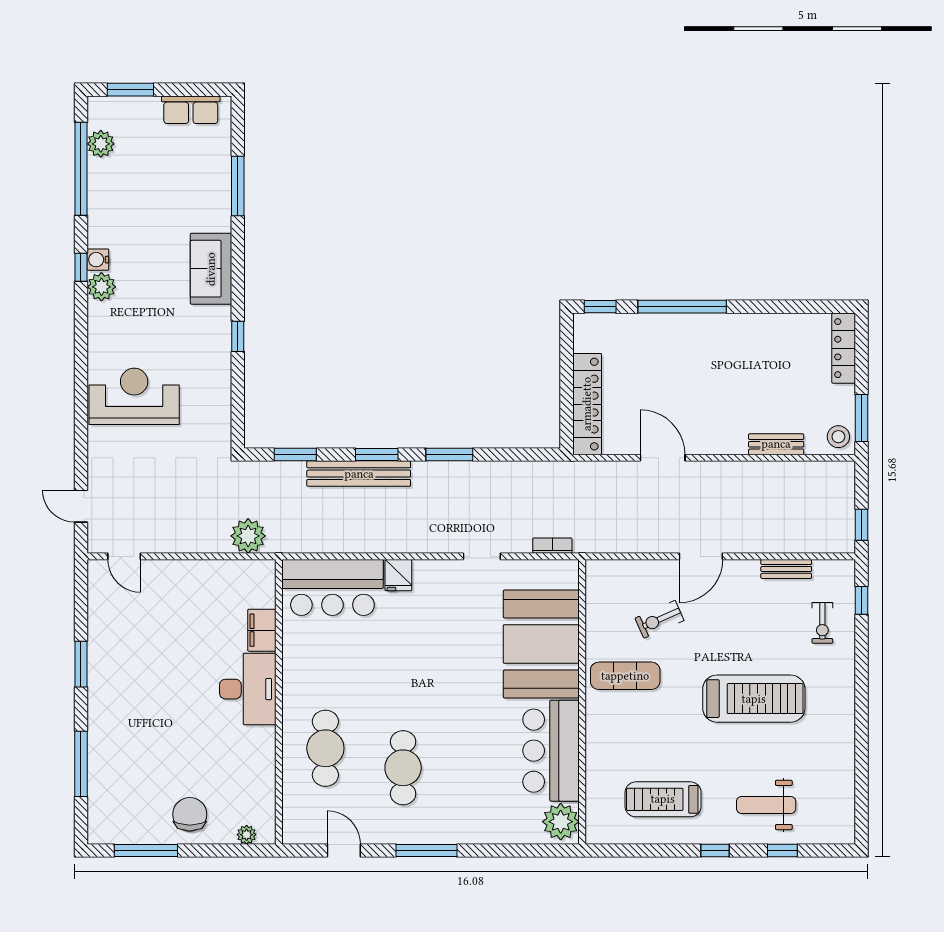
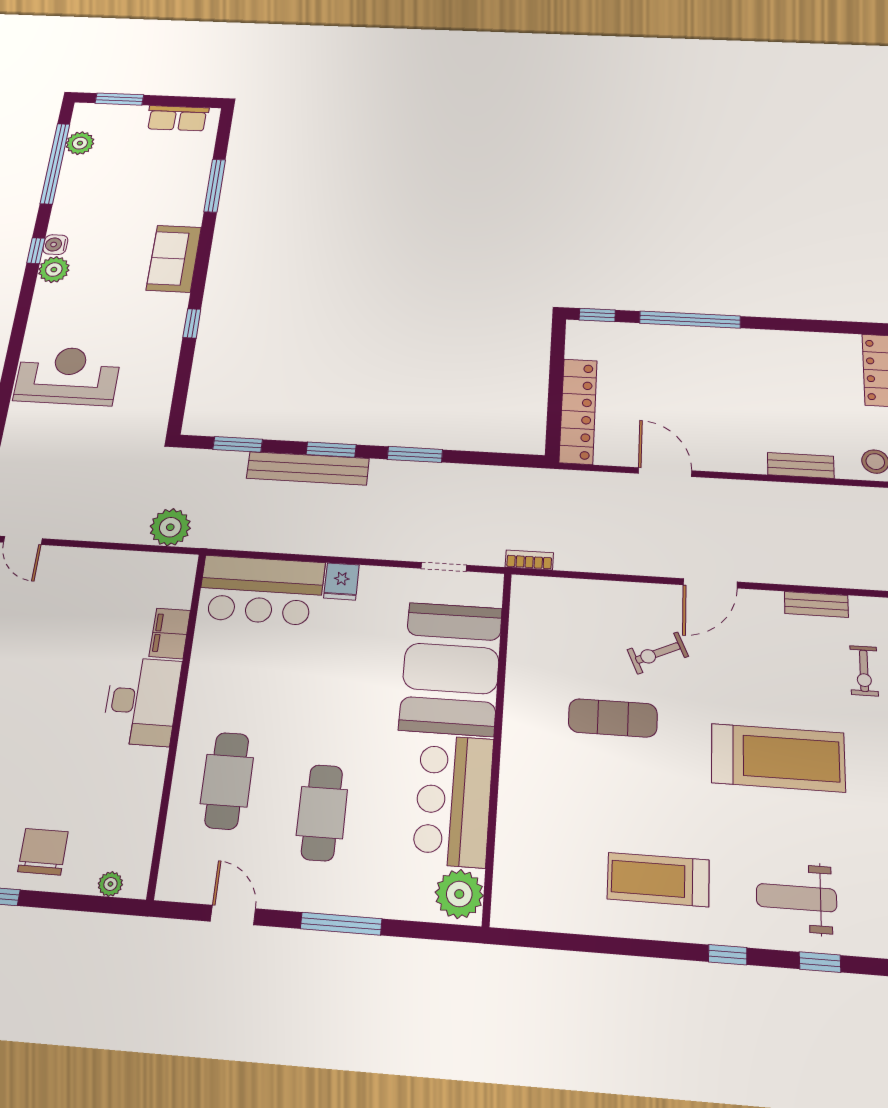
booth: (541, 644) -> (451, 668), moved
wall: (582, 702) -> (497, 742), moved
bar counter: (551, 751) -> (453, 800), moved
plant: (561, 822) -> (459, 894), moved

